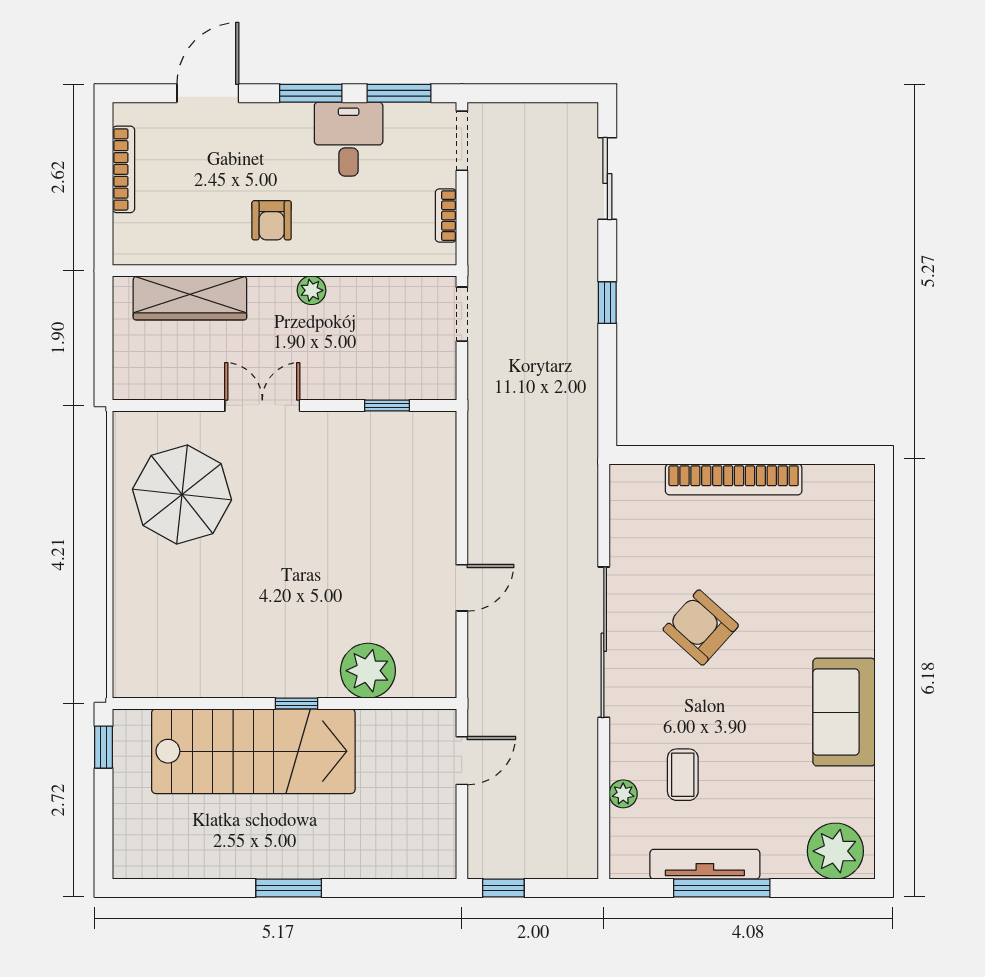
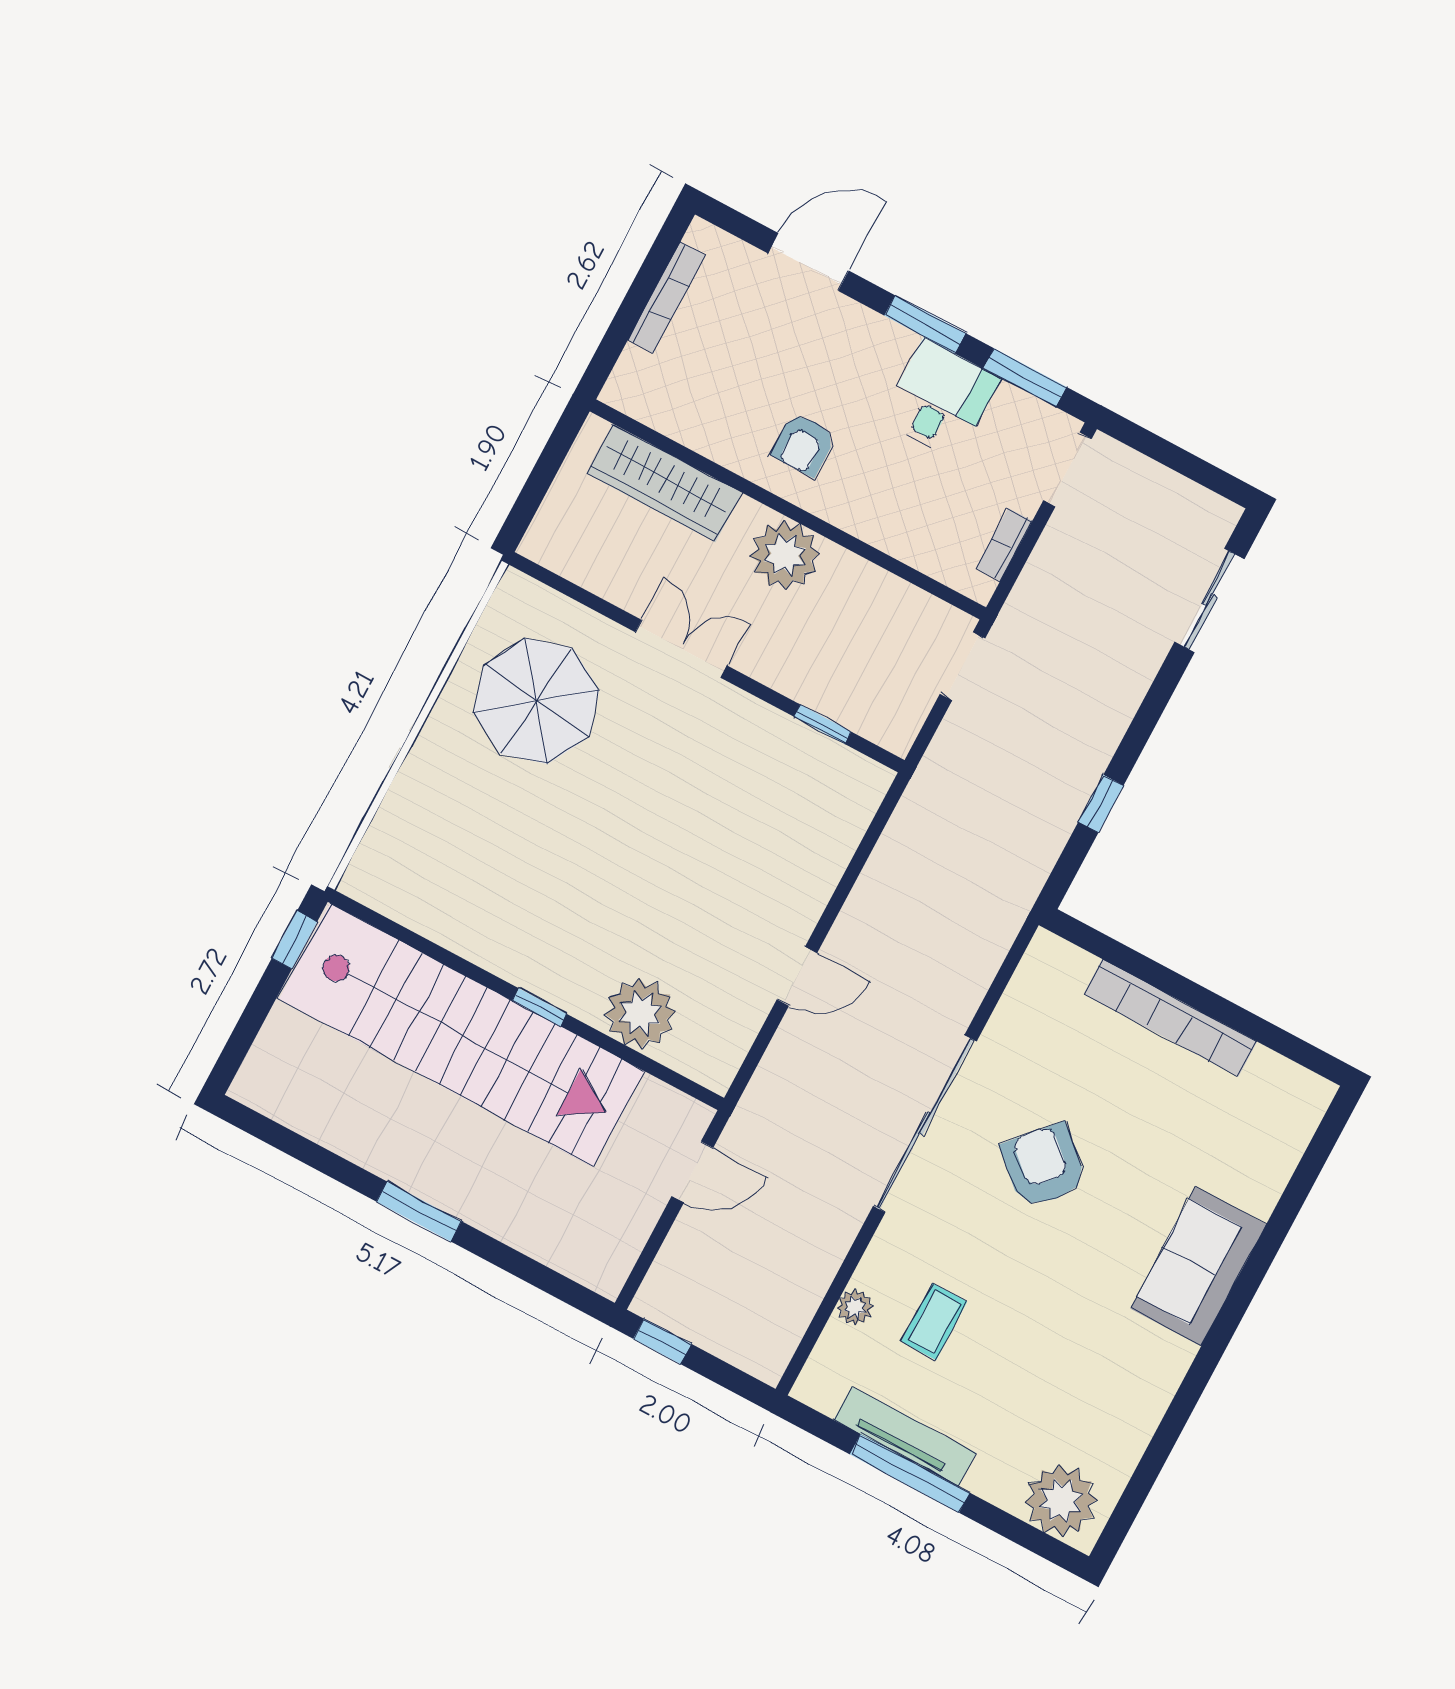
plant: (312, 290) -> (785, 555), width x1.87, depth x1.87
window: (607, 303) -> (1101, 804), moved
sofa: (844, 712) -> (1198, 1266), moved
stairs: (253, 751) -> (462, 1035), width x1.36

